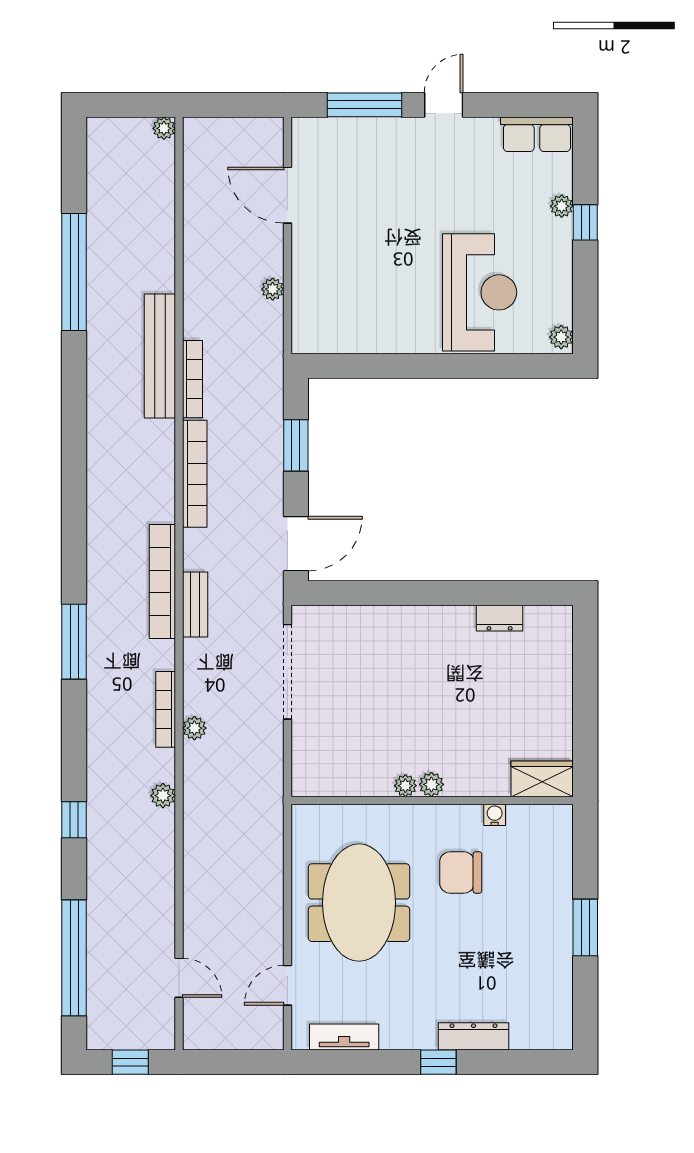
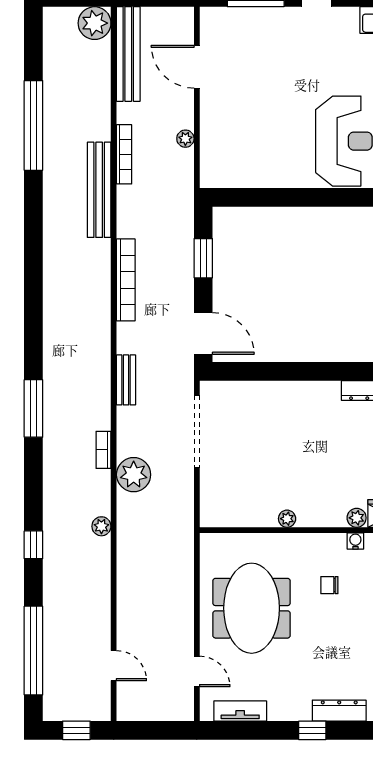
plant: (164, 128) -> (95, 23), width x1.88, depth x1.88
bench: (198, 179) -> (128, 54), added
bookcase: (192, 379) -> (124, 154), moved
door: (296, 544) -> (203, 333), hinge flipped
bookcase: (162, 582) -> (101, 362), removed
bookcase: (166, 709) -> (104, 450), width x0.64
plant: (194, 728) -> (134, 475), width x1.87, depth x1.87
plant: (431, 784) -> (357, 518), moved
chair: (461, 872) -> (329, 585), width x0.54, depth x0.54
door: (287, 985) -> (197, 671), swing flipped

